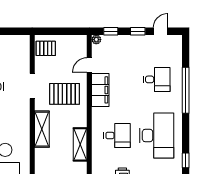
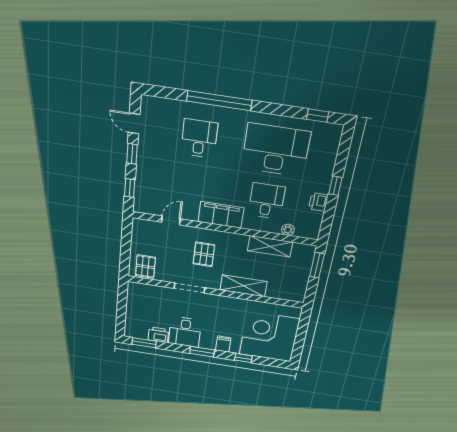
plant: (96, 40) -> (288, 230), moved
door: (89, 65) -> (171, 220), swing flipped
filing cabinet: (100, 90) -> (221, 215), moved
pallet: (65, 94) -> (204, 254), width x0.67, depth x0.71

